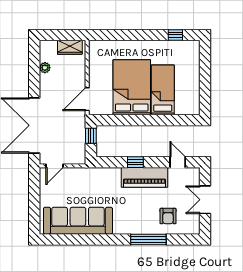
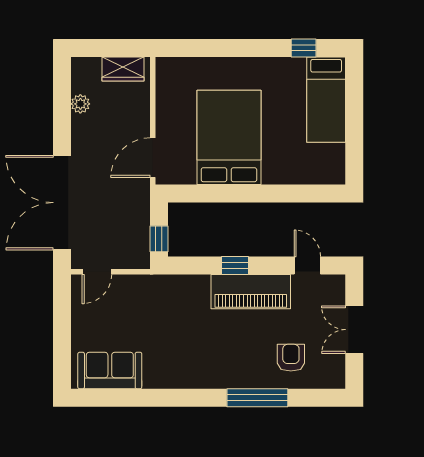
bed: (163, 90) -> (326, 100), moved, turned 180
window: (91, 136) -> (159, 239), moved
armchair: (168, 216) -> (291, 358), turned 180
sofa: (78, 221) -> (110, 371), width x0.54, depth x0.79

